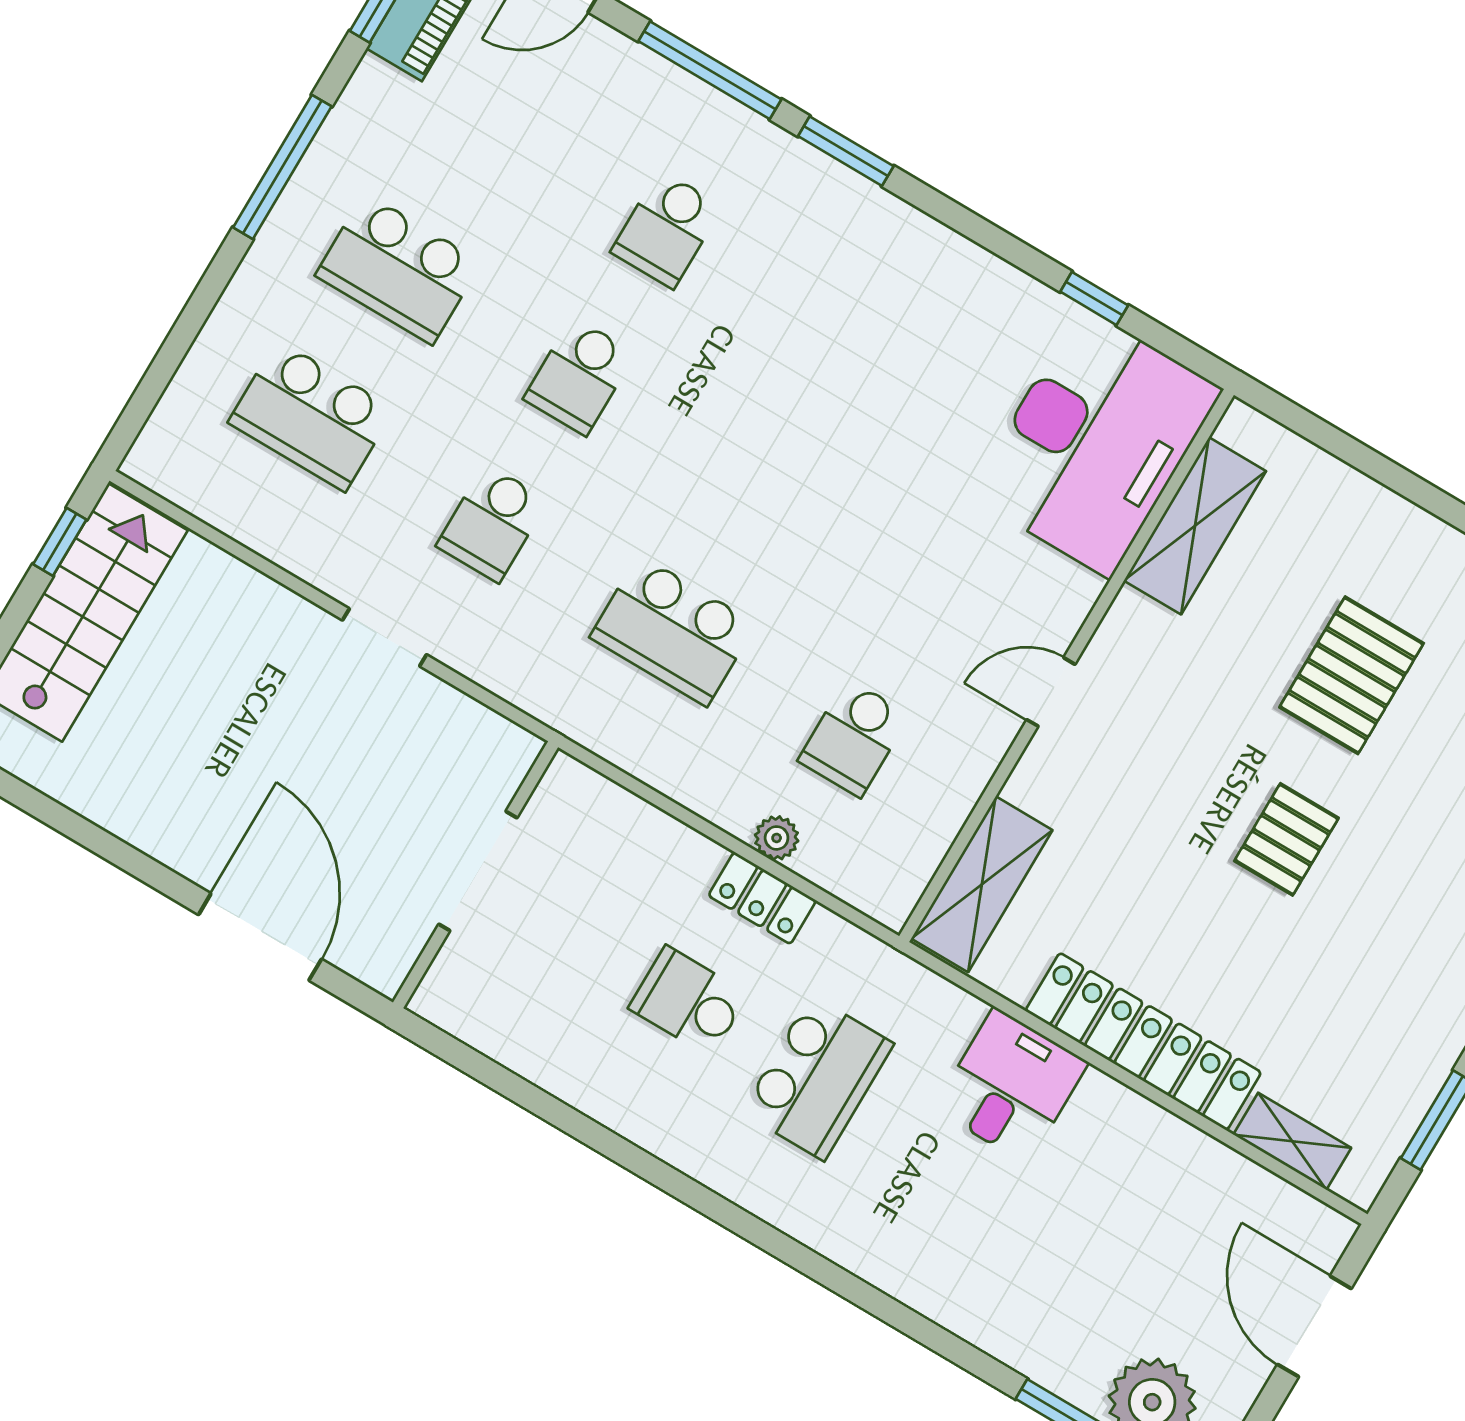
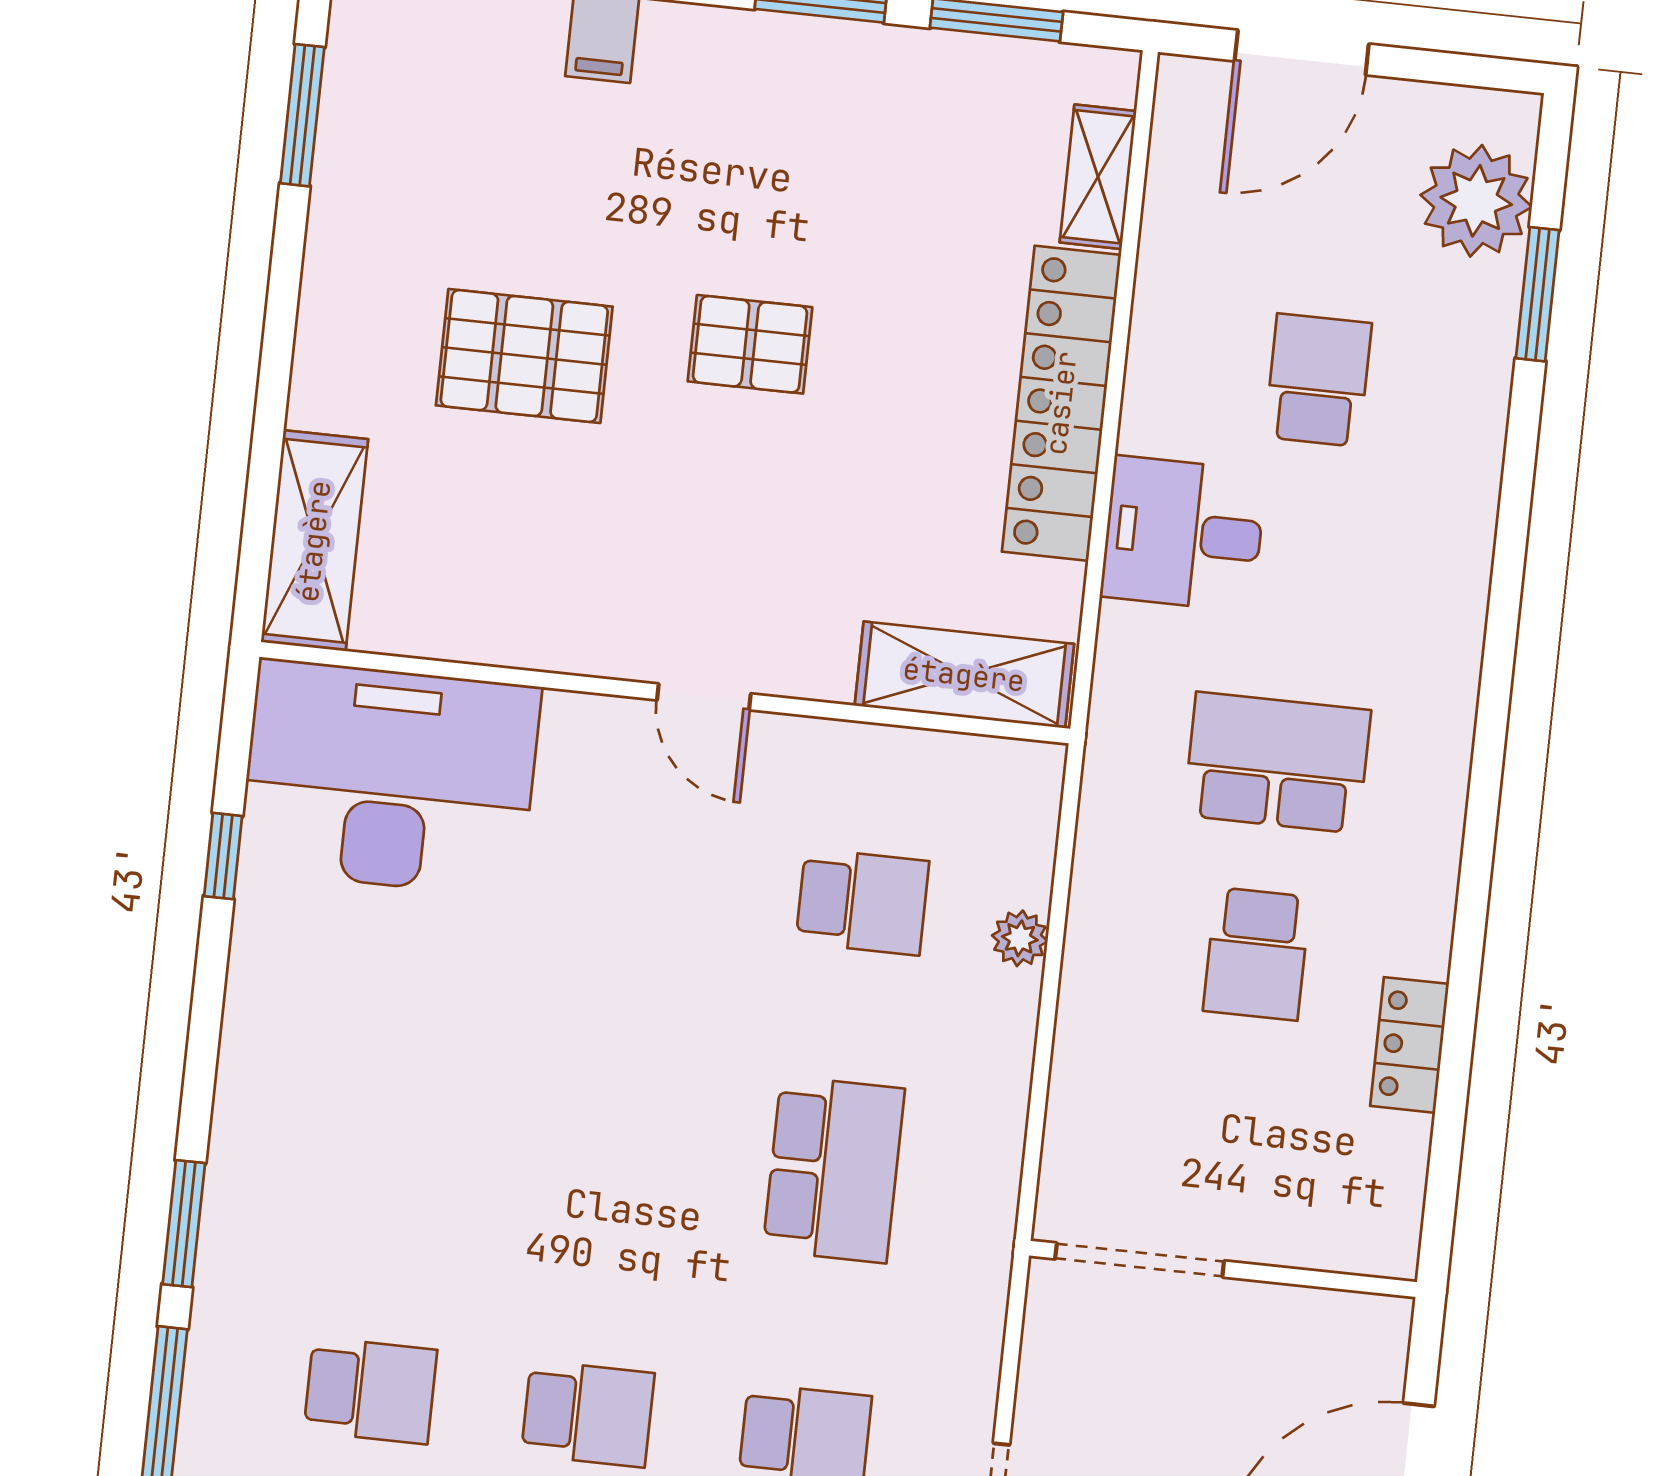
shelving: (1195, 526) -> (314, 541), moved, turned 90
doorway: (478, 871) -> (1140, 1260), moved
locker: (762, 898) -> (1410, 1045), moved, turned 180
school desk: (1076, 1231) -> (1318, 380), added

